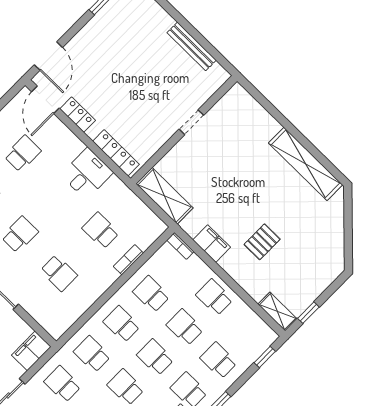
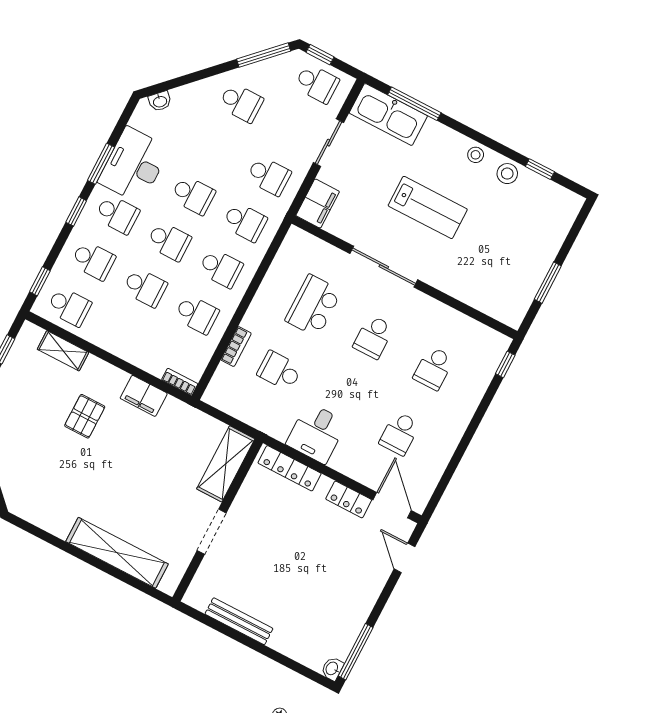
door: (48, 56) -> (404, 558), width x0.73
doorway: (191, 122) -> (212, 532), width x1.38
shelving: (306, 164) -> (117, 553), moved
shelving: (164, 196) -> (226, 464), moved, turned 90
school desk: (101, 231) -> (279, 371), turned 180
school desk: (59, 273) -> (313, 306), width x1.85
school desk: (214, 297) -> (69, 307), moved
shelving: (278, 312) -> (63, 351), moved

